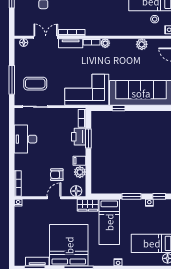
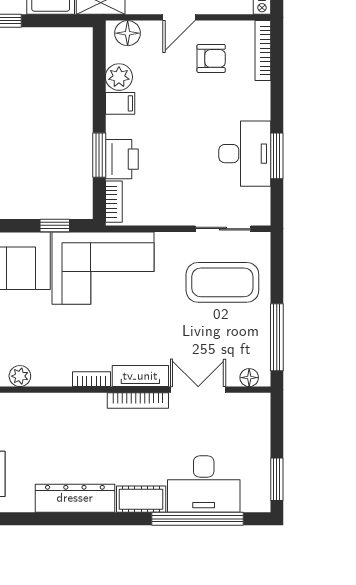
double door: (46, 37) -> (198, 390), swing flipped
plant: (105, 43) -> (20, 376), moved
window: (12, 80) -> (277, 337), moved
coffee table: (35, 84) -> (222, 282), width x1.36, depth x1.32
window: (119, 108) -> (55, 225), moved
window: (12, 138) -> (277, 156), added
armchair: (57, 175) -> (211, 58), moved

